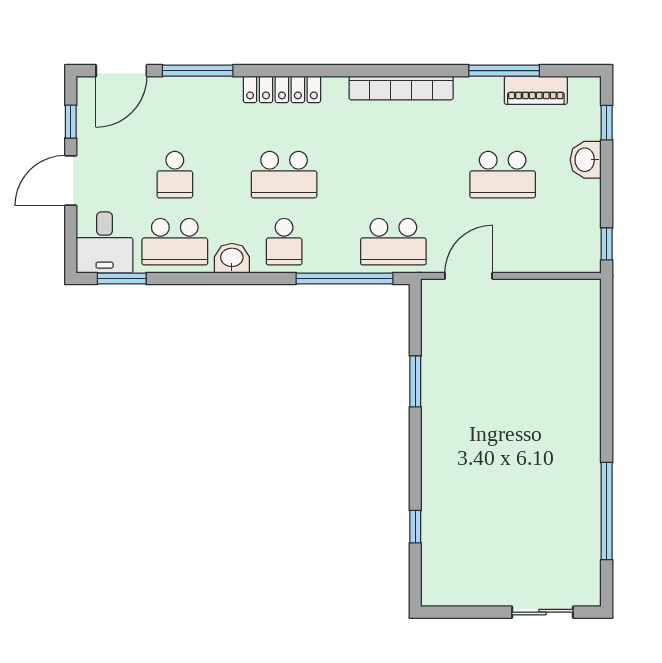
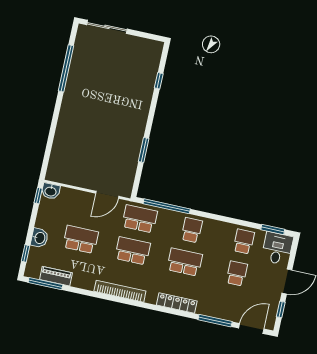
window: (504, 71) -> (45, 284), moved
school desk: (393, 175) -> (133, 251), added
school desk: (175, 242) -> (244, 242), width x0.54
washbasin: (232, 258) -> (51, 191), moved
sliding door: (543, 612) -> (107, 27), width x1.37

